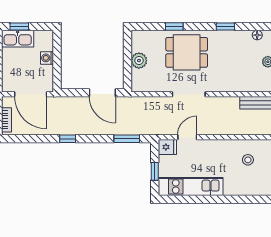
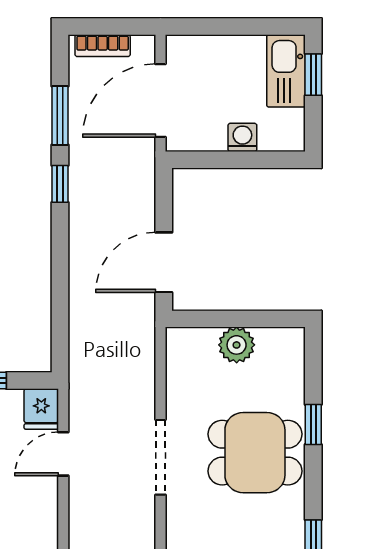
dining table: (187, 52) -> (255, 453), turned 90
door: (187, 137) -> (63, 454), swing flipped
window: (127, 139) -> (60, 116), moved

